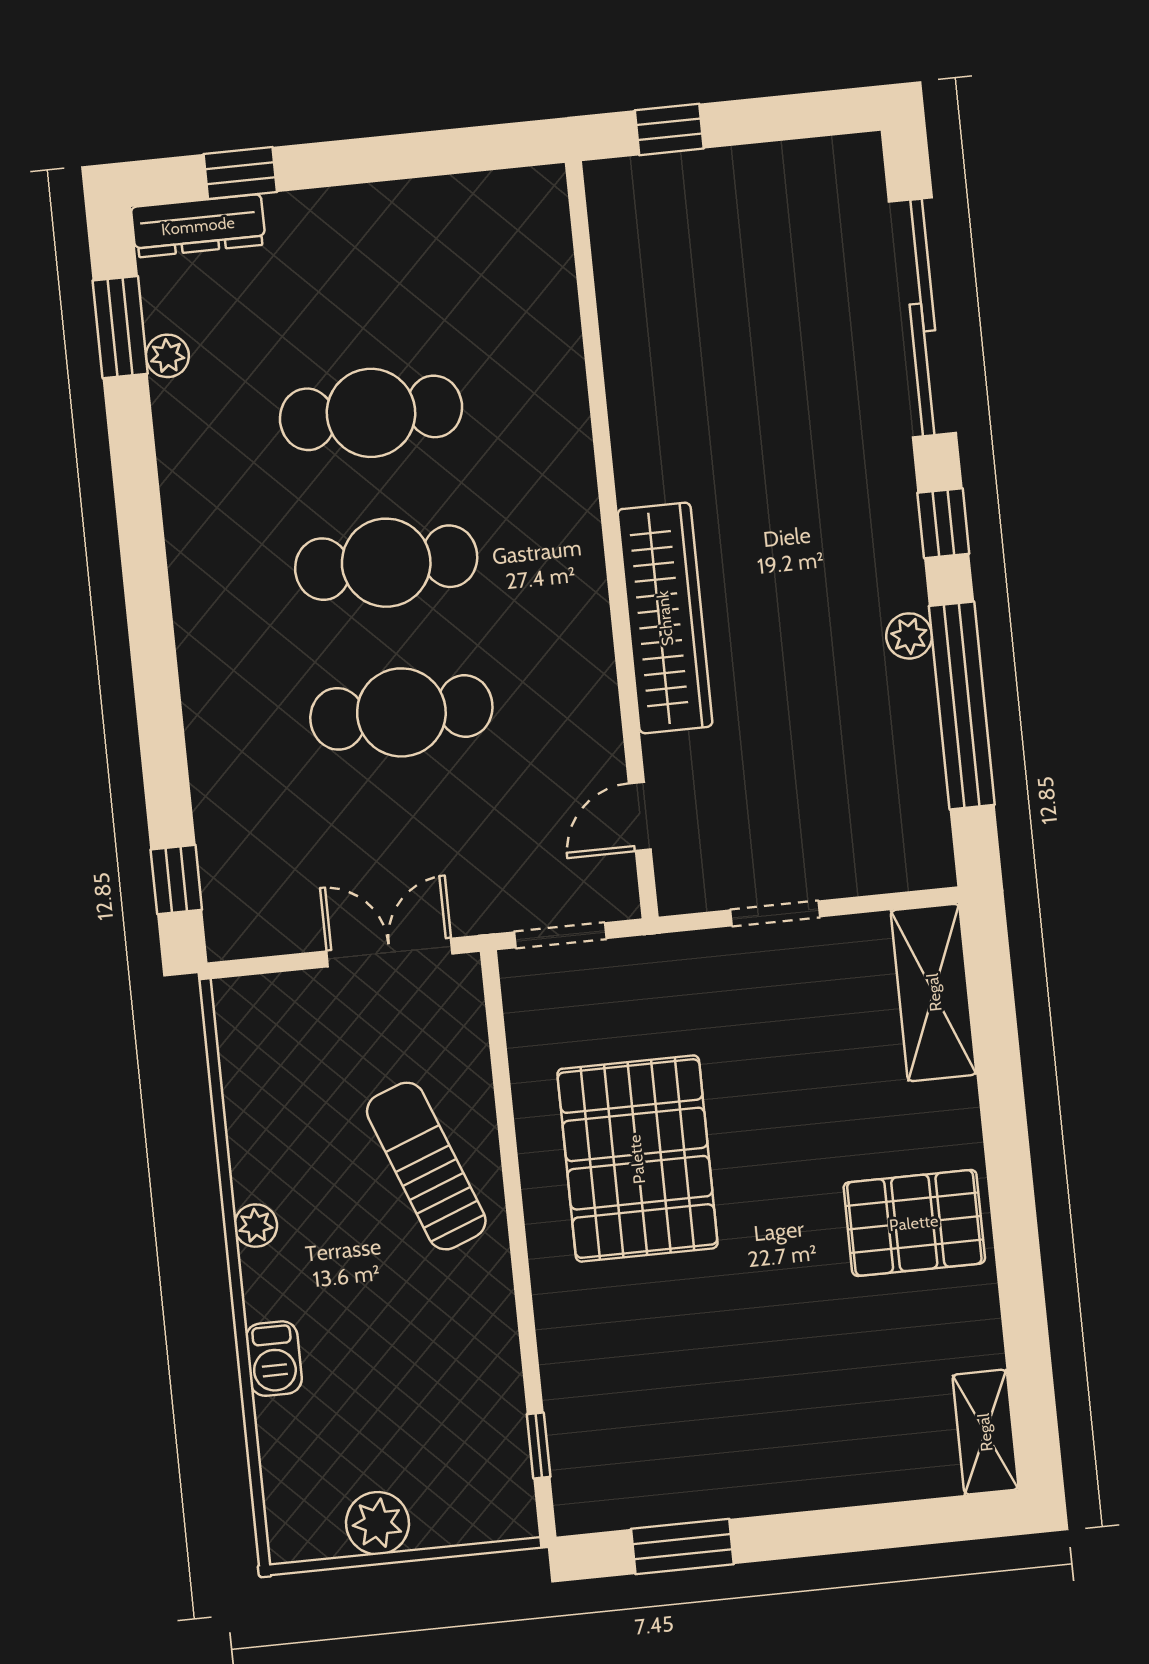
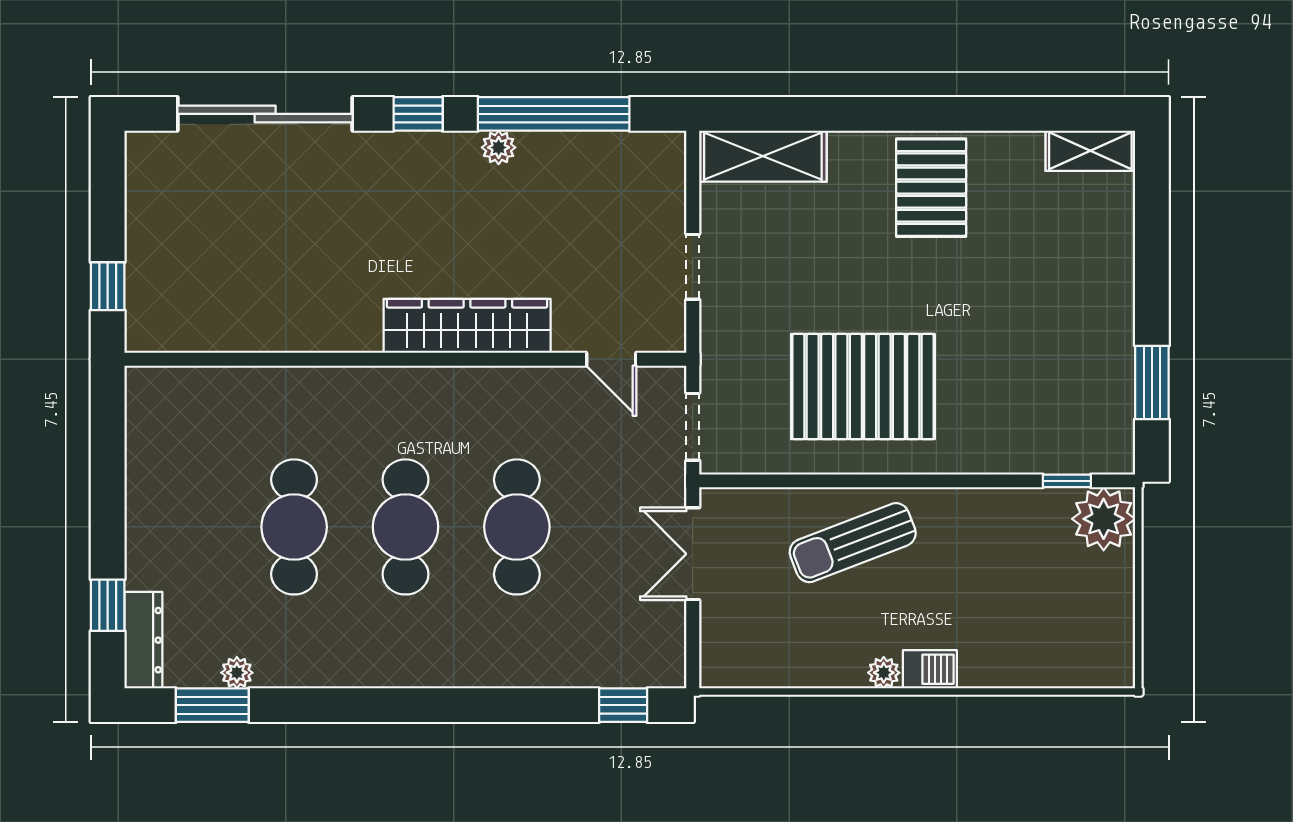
barbecue: (274, 1359) -> (930, 669), moved
plant: (378, 1523) -> (1104, 519), moved, width x1.36, depth x1.36

